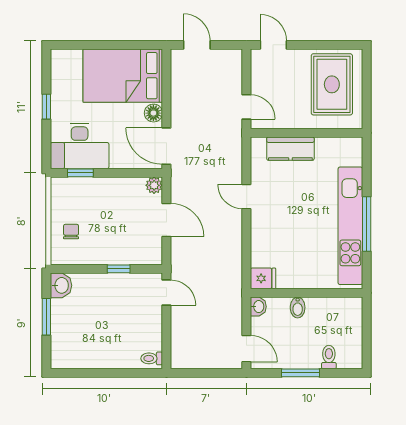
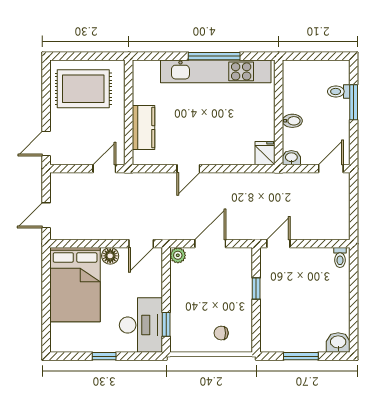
door: (166, 146) -> (141, 244), width x0.73
washbasin: (61, 285) -> (338, 342), moved
window: (301, 373) -> (354, 102), moved

